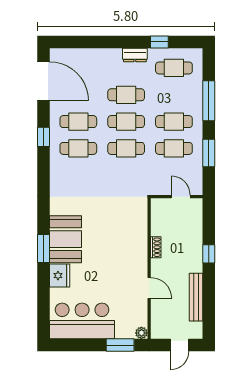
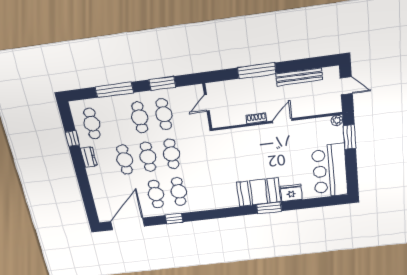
window: (209, 254) -> (257, 71), width x2.17
door: (149, 288) -> (282, 121), moved

